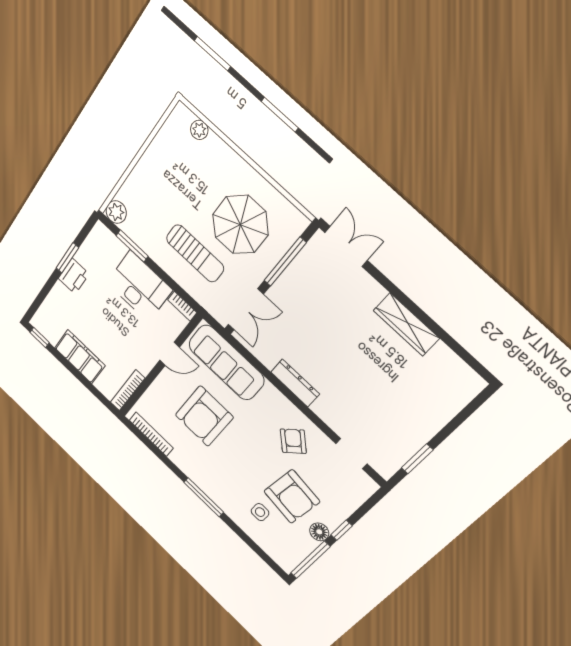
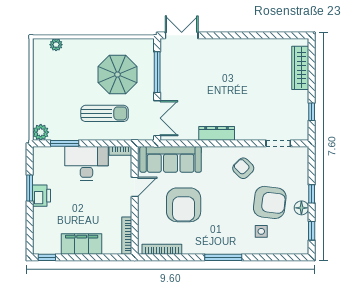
wardrobe: (406, 324) -> (300, 68), moved, turned 90
window: (417, 459) -> (312, 112), width x0.67
window: (310, 560) -> (312, 231), width x0.46

